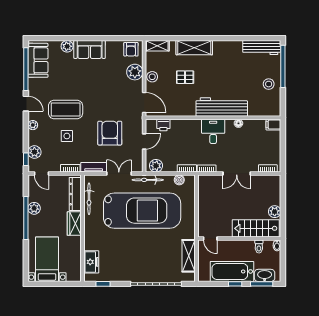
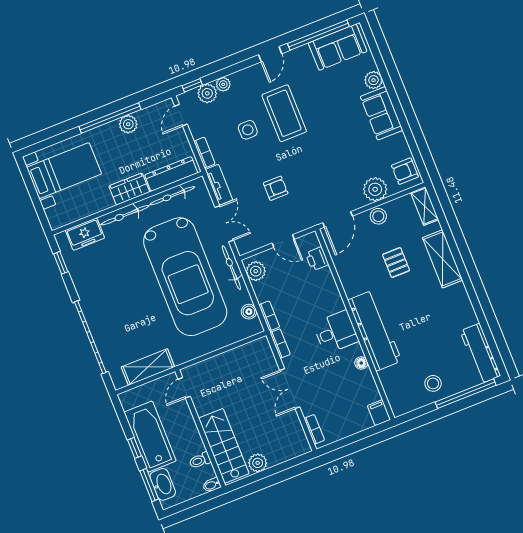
plant: (33, 125) -> (223, 84), moved
armchair: (110, 133) -> (276, 188), width x0.53, depth x0.53
bicycle: (89, 233) -> (125, 215), added

